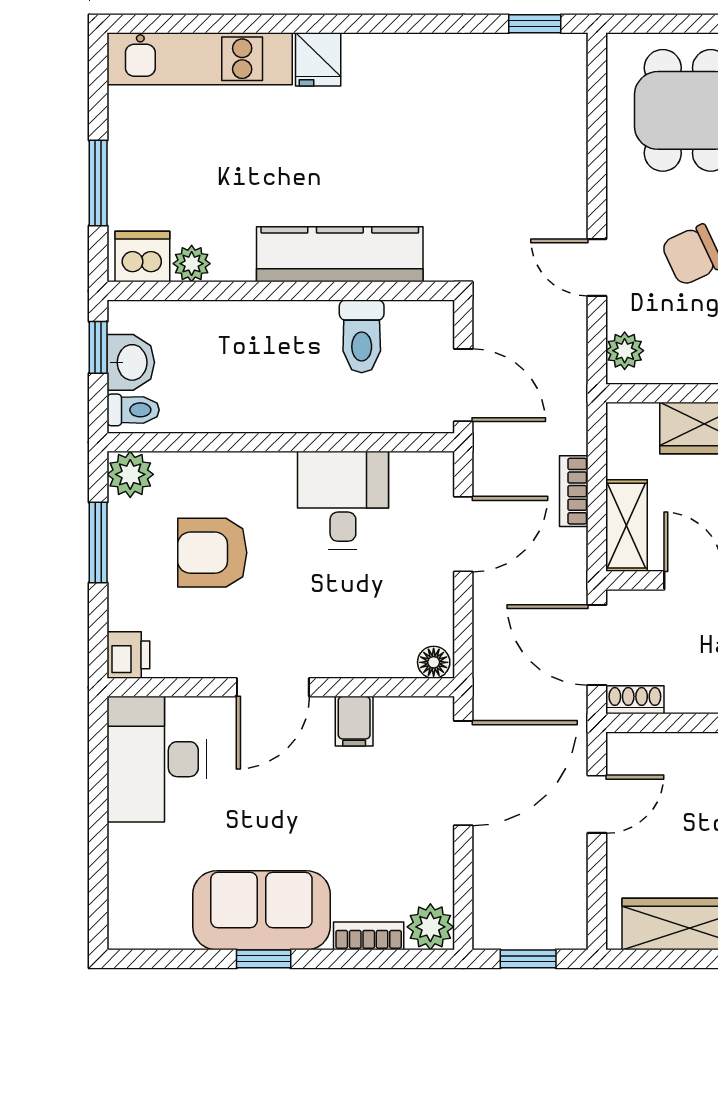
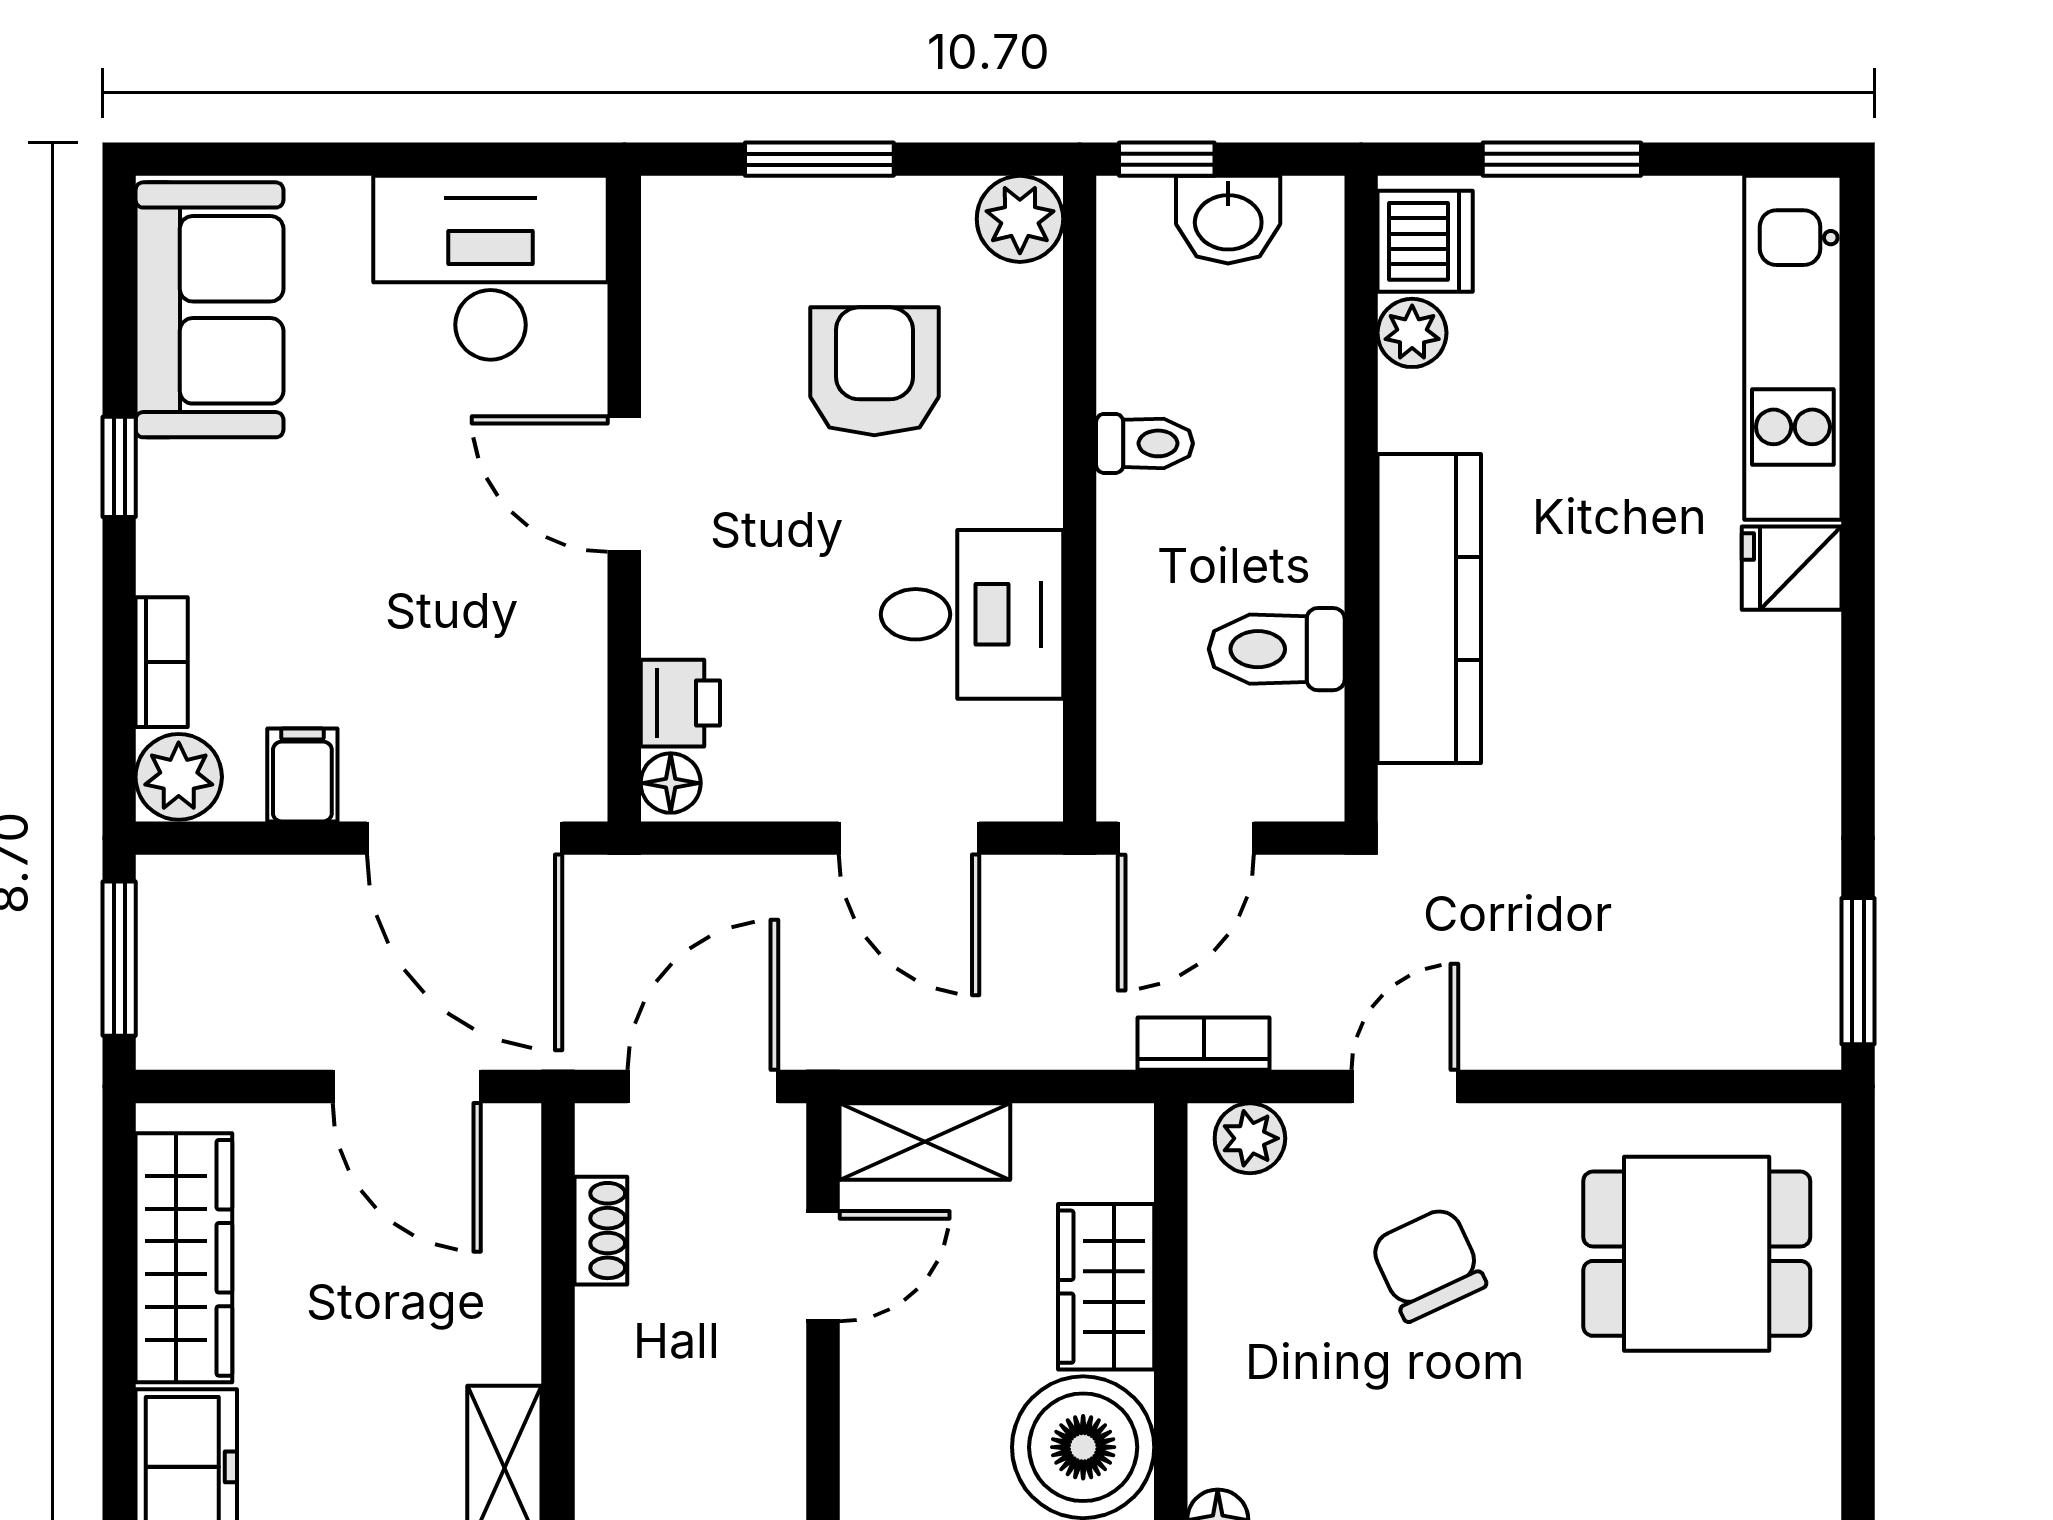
window: (535, 24) -> (1858, 971), width x1.50
window: (98, 347) -> (1167, 159), moved
toilet: (133, 410) -> (1145, 443), moved, turned -90
bookcase: (574, 491) -> (1204, 1044), moved
window: (98, 543) -> (819, 159), moved
printer: (128, 655) -> (680, 703), moved, turned -90
shoe rack: (635, 700) -> (601, 1231), moved
filing cabinet: (354, 721) -> (302, 775), moved, turned 90
door: (597, 804) -> (407, 1087), width x1.38
sofa: (261, 910) -> (209, 310), moved
window: (528, 959) -> (119, 959), width x1.50

